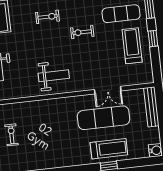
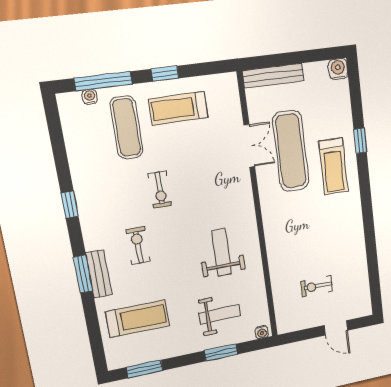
weight bench: (54, 76) -> (221, 252), moved
treadmill: (109, 149) -> (333, 166), moved, turned 180

